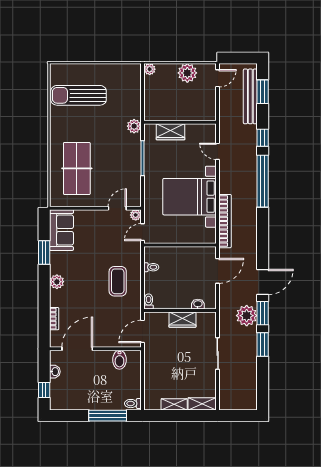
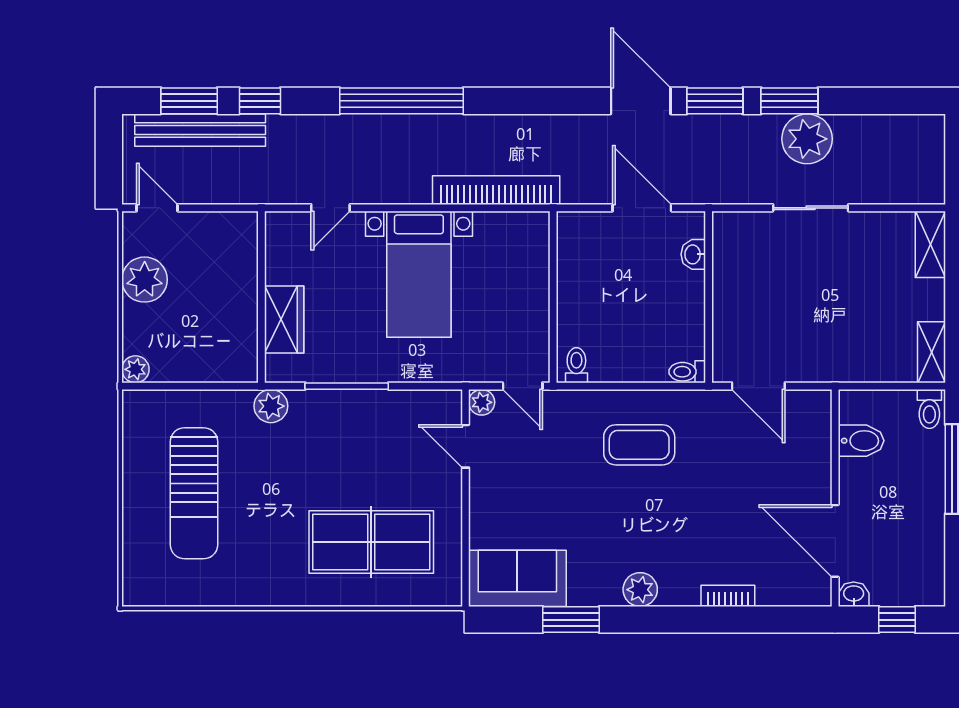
sun lounger: (79, 95) -> (194, 493), moved
window: (263, 138) -> (260, 101), moved
bed with nightstands: (190, 197) -> (419, 274), width x0.73
toilet: (151, 267) -> (576, 365), moved
door: (218, 271) -> (642, 208), moved
plant: (247, 316) -> (807, 139), moved
wardrobe: (182, 320) -> (730, 291), removed
door: (77, 349) -> (835, 541), moved
wall: (95, 349) -> (835, 498), moved
bidet: (119, 360) -> (861, 441), moved
shelving: (174, 404) -> (931, 352), moved

